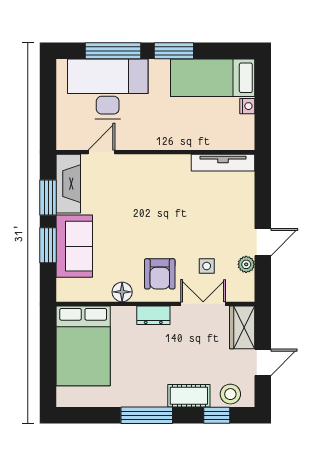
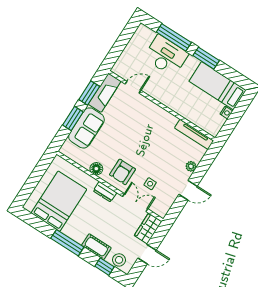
desk: (108, 89) -> (166, 56), width x0.73, depth x0.77
plant: (246, 264) -> (191, 166), moved
bed: (83, 346) -> (59, 201), moved, turned 180

